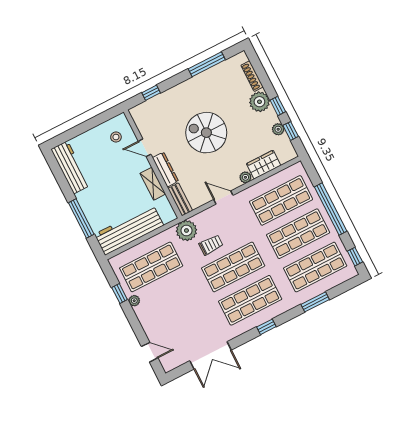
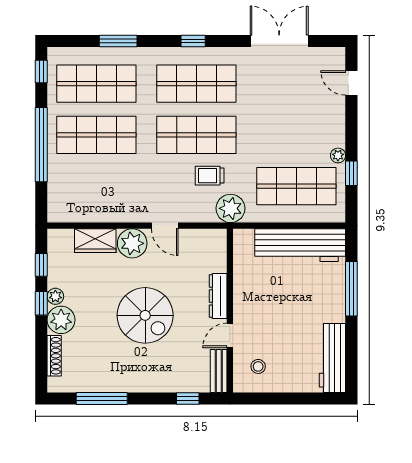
plant: (278, 129) -> (55, 296), moved
door: (145, 148) -> (230, 335), swing flipped
plant: (245, 177) -> (132, 243), width x1.88, depth x1.88
shelving: (153, 184) -> (242, 287), removed
bench: (180, 199) -> (219, 371), moved
shop shelf: (281, 200) -> (96, 186), removed

